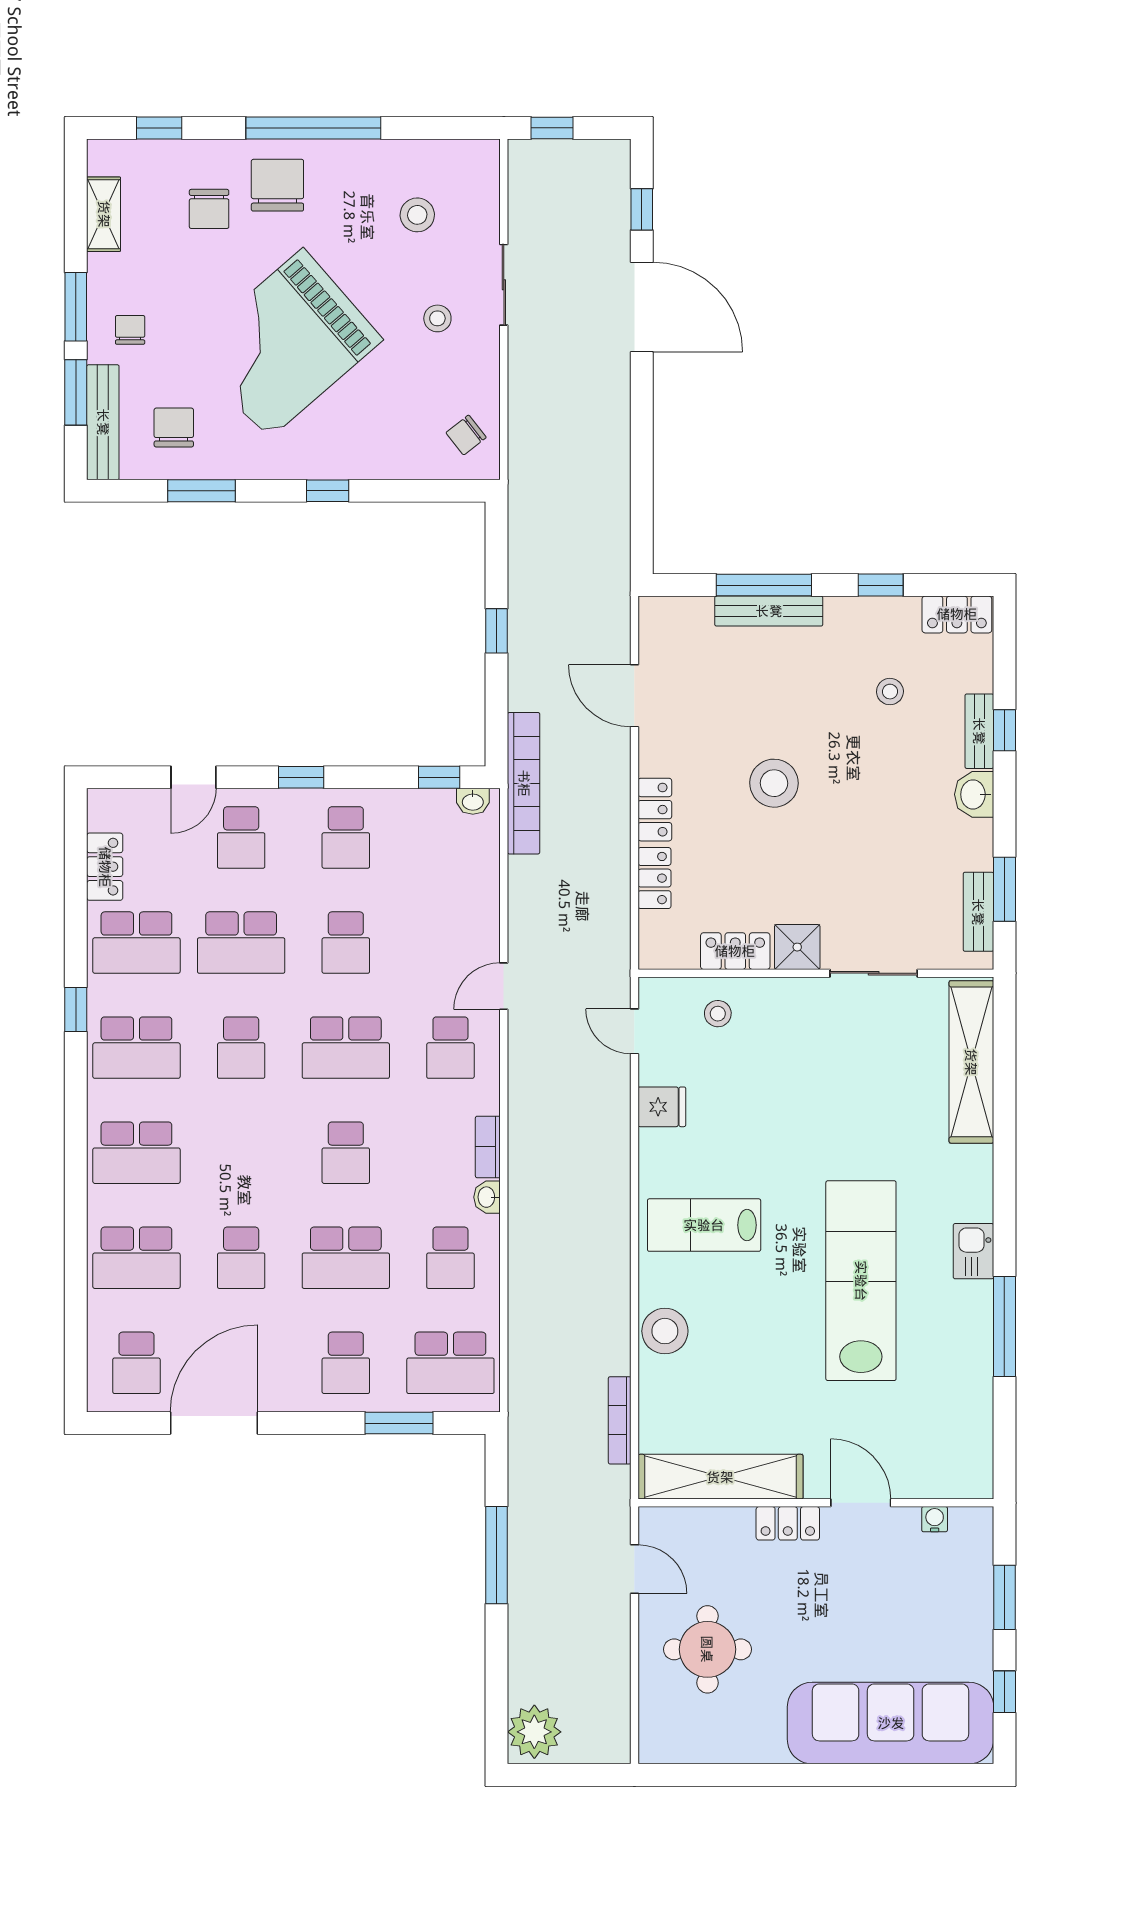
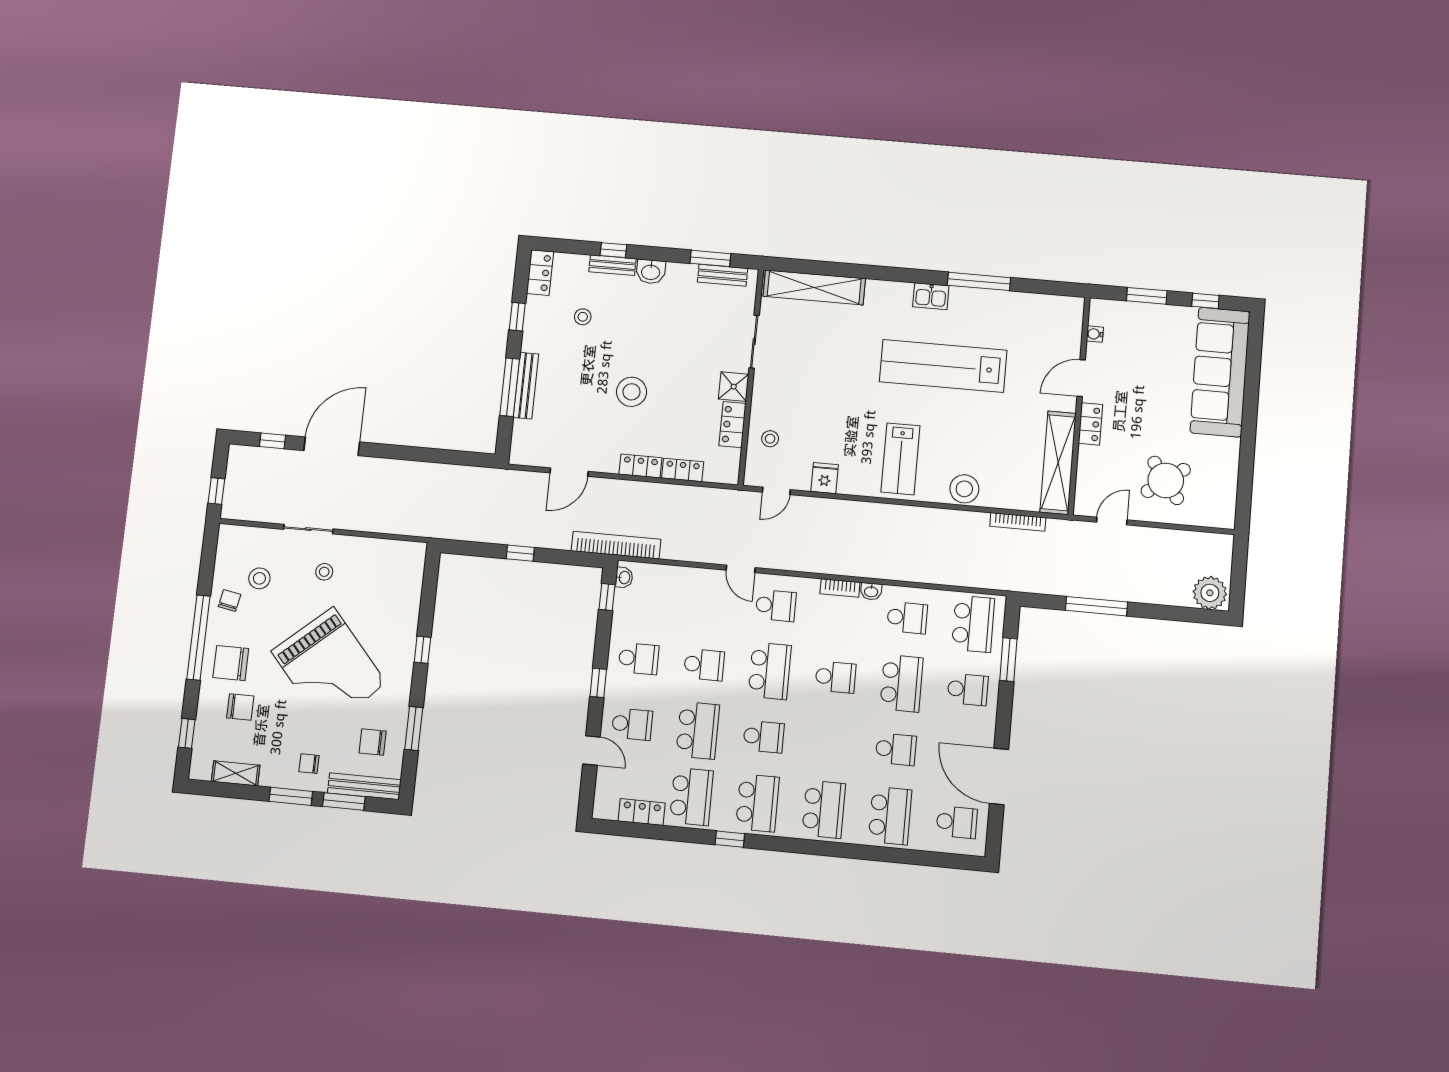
chair: (466, 435) -> (229, 600), moved, turned -131
round table: (707, 1649) -> (1166, 480), turned -36

